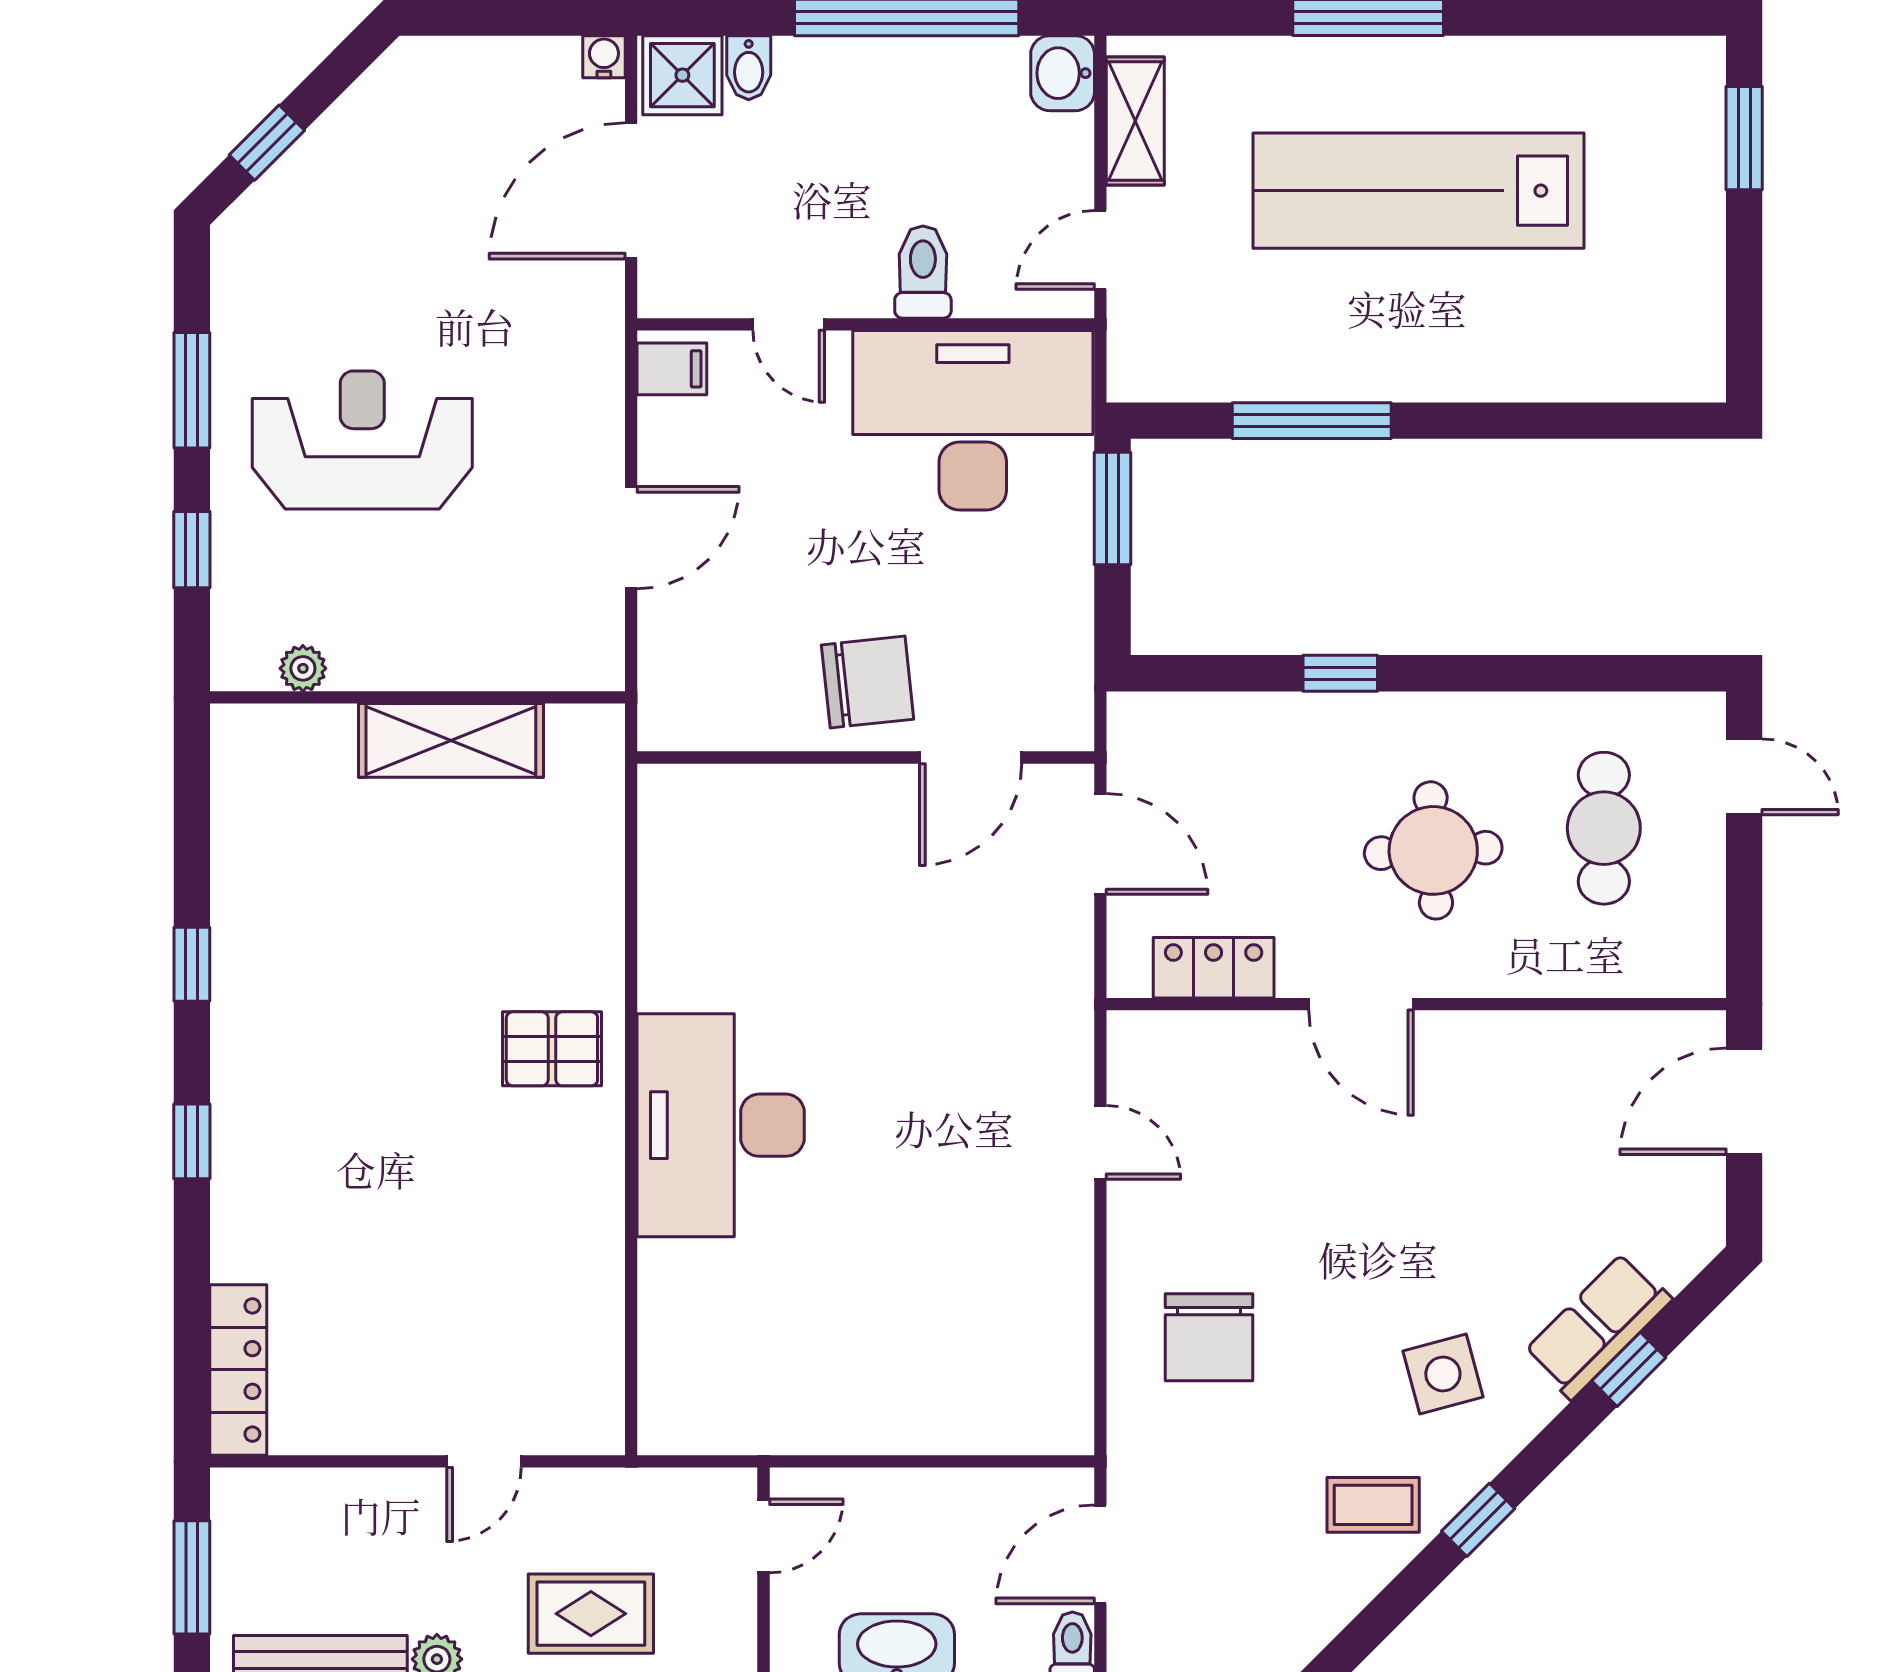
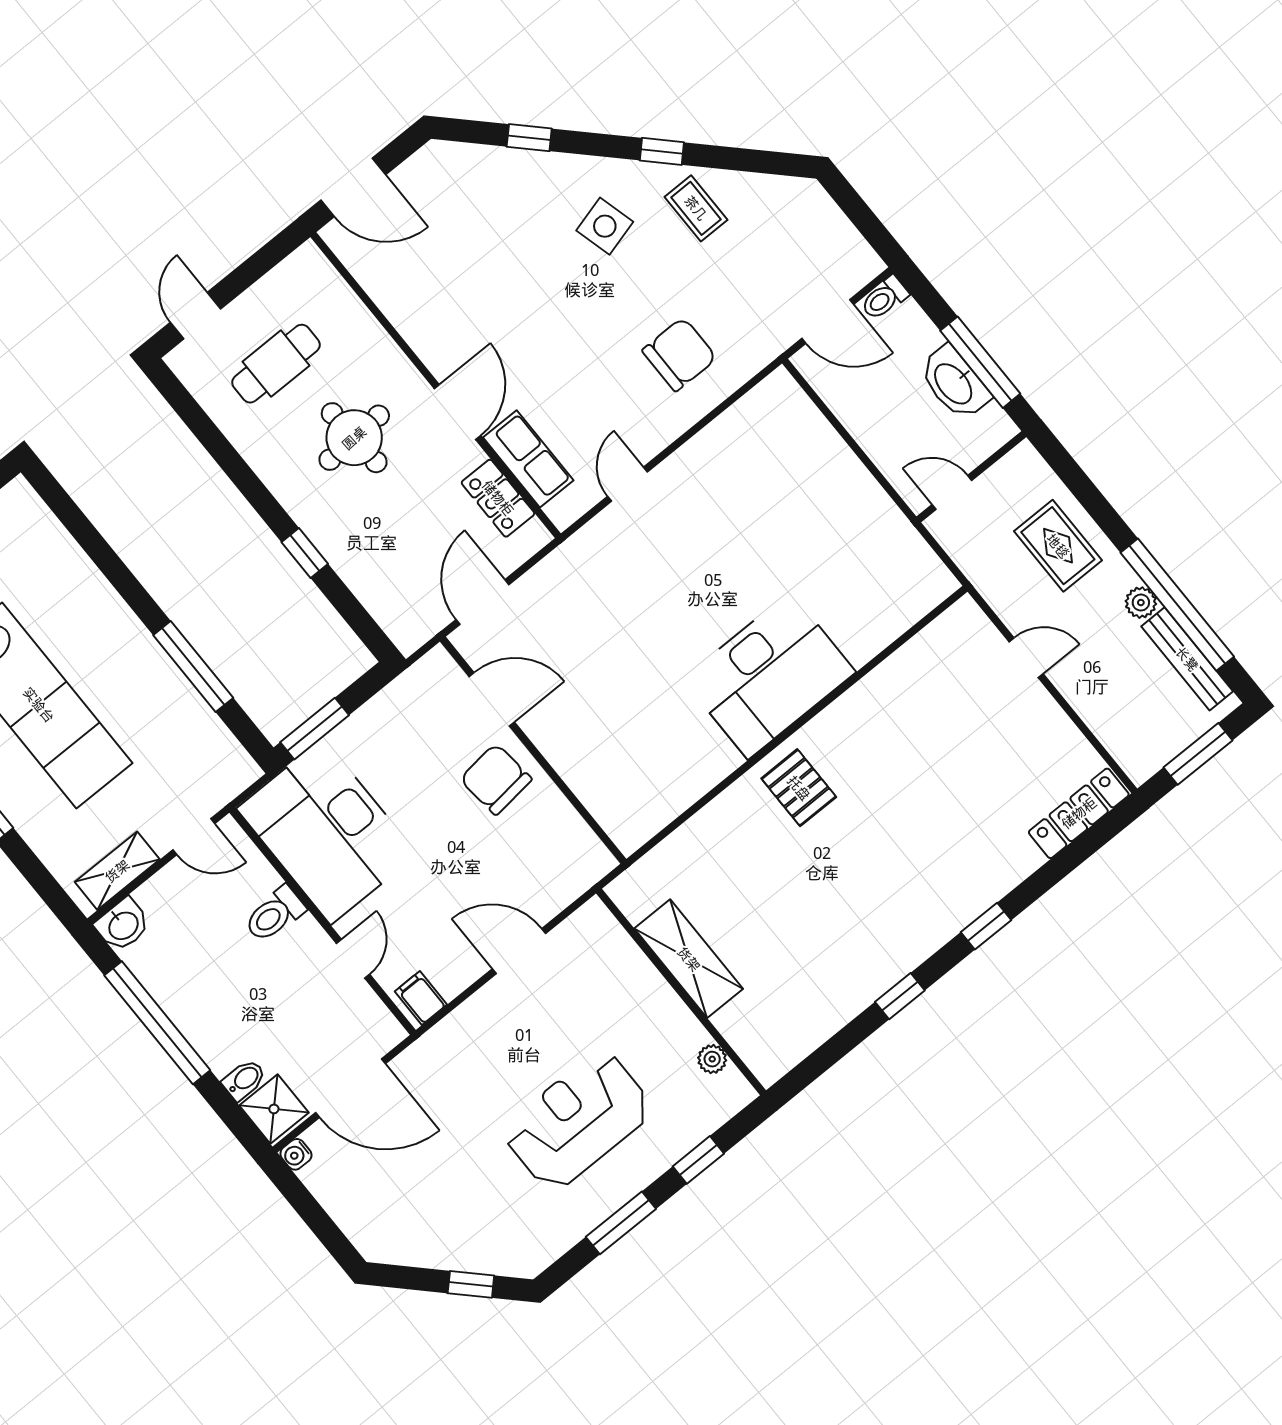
reception desk: (362, 440) -> (578, 1120), turned 90
row of seats: (1598, 1326) -> (528, 459), moved, turned -135

